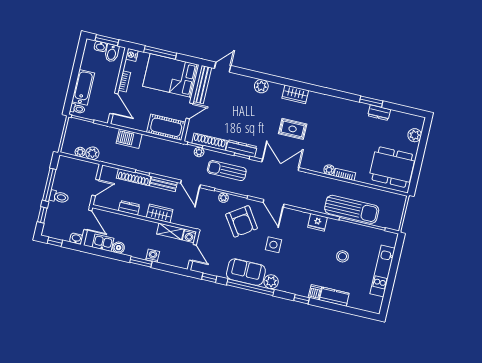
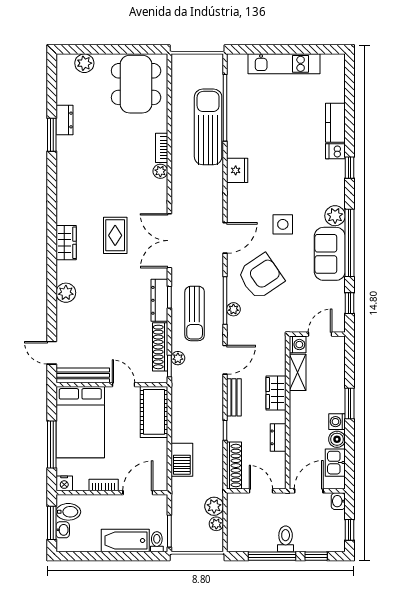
shoe rack: (134, 177) -> (234, 466), moved
washing machine: (153, 256) -> (337, 422), moved
stool: (342, 256) -> (277, 124), removed

